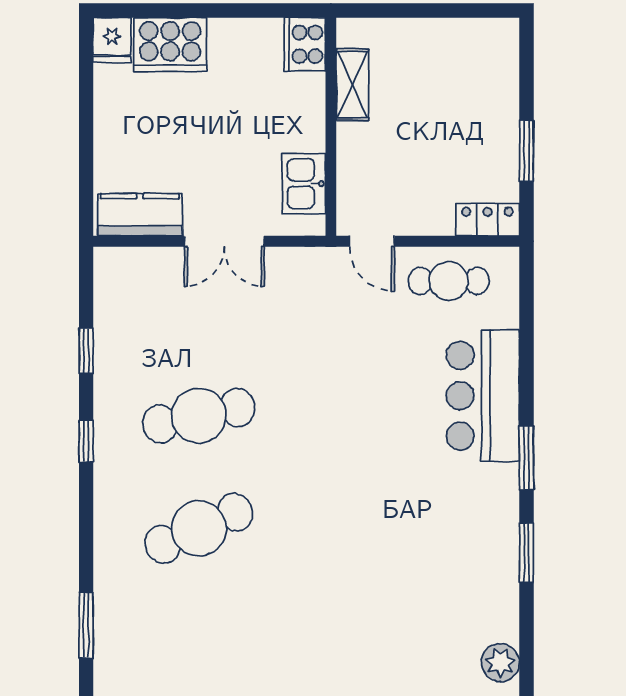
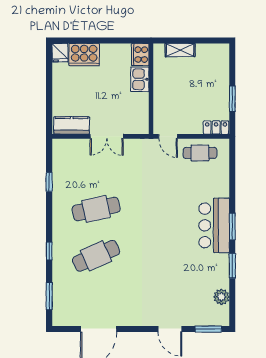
shelving: (352, 85) -> (180, 50), moved, turned 90
kitchen sink: (304, 184) -> (140, 79), moved
bar counter: (483, 396) -> (214, 225), moved
window: (86, 441) -> (49, 251), moved
plant: (500, 663) -> (221, 297), moved

